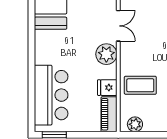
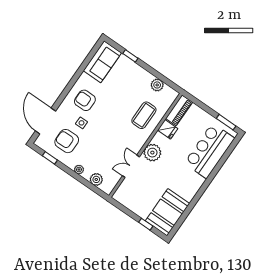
coffee table: (140, 85) -> (144, 115), turned 90
plant: (135, 124) -> (157, 85), moved

